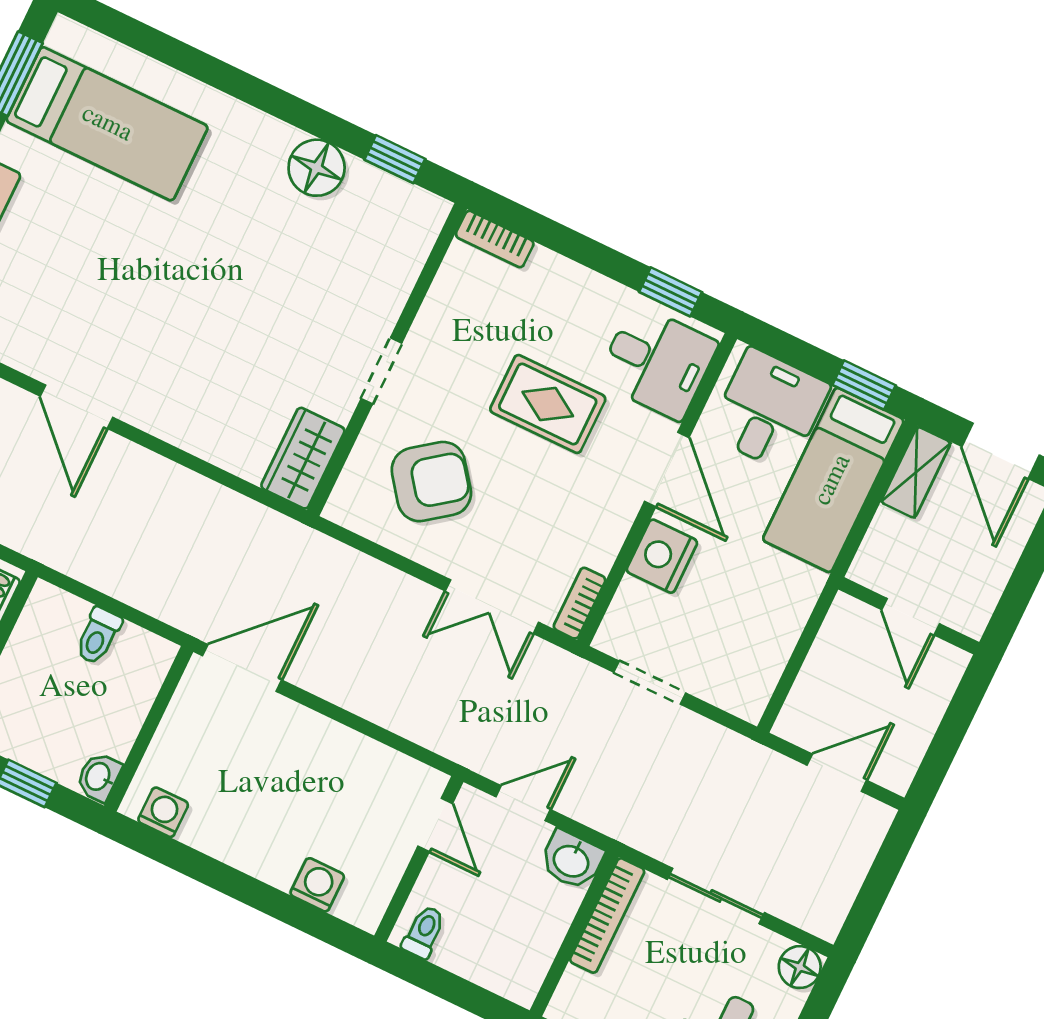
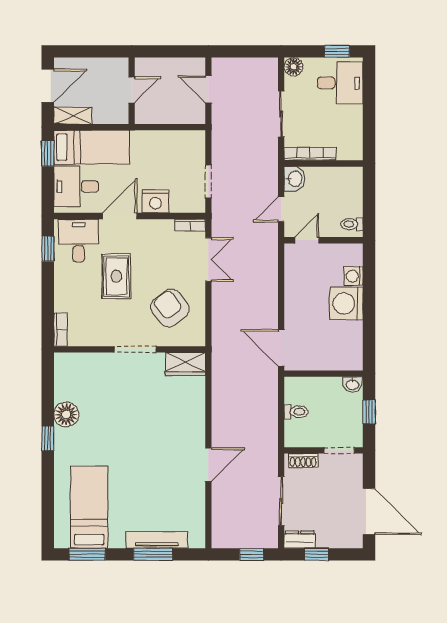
window: (395, 159) -> (48, 438), moved
doorway: (381, 371) -> (135, 349), width x1.38
door: (523, 803) -> (281, 209), hinge flipped
washing machine: (163, 812) -> (346, 303), moved, width x1.89, depth x1.89

